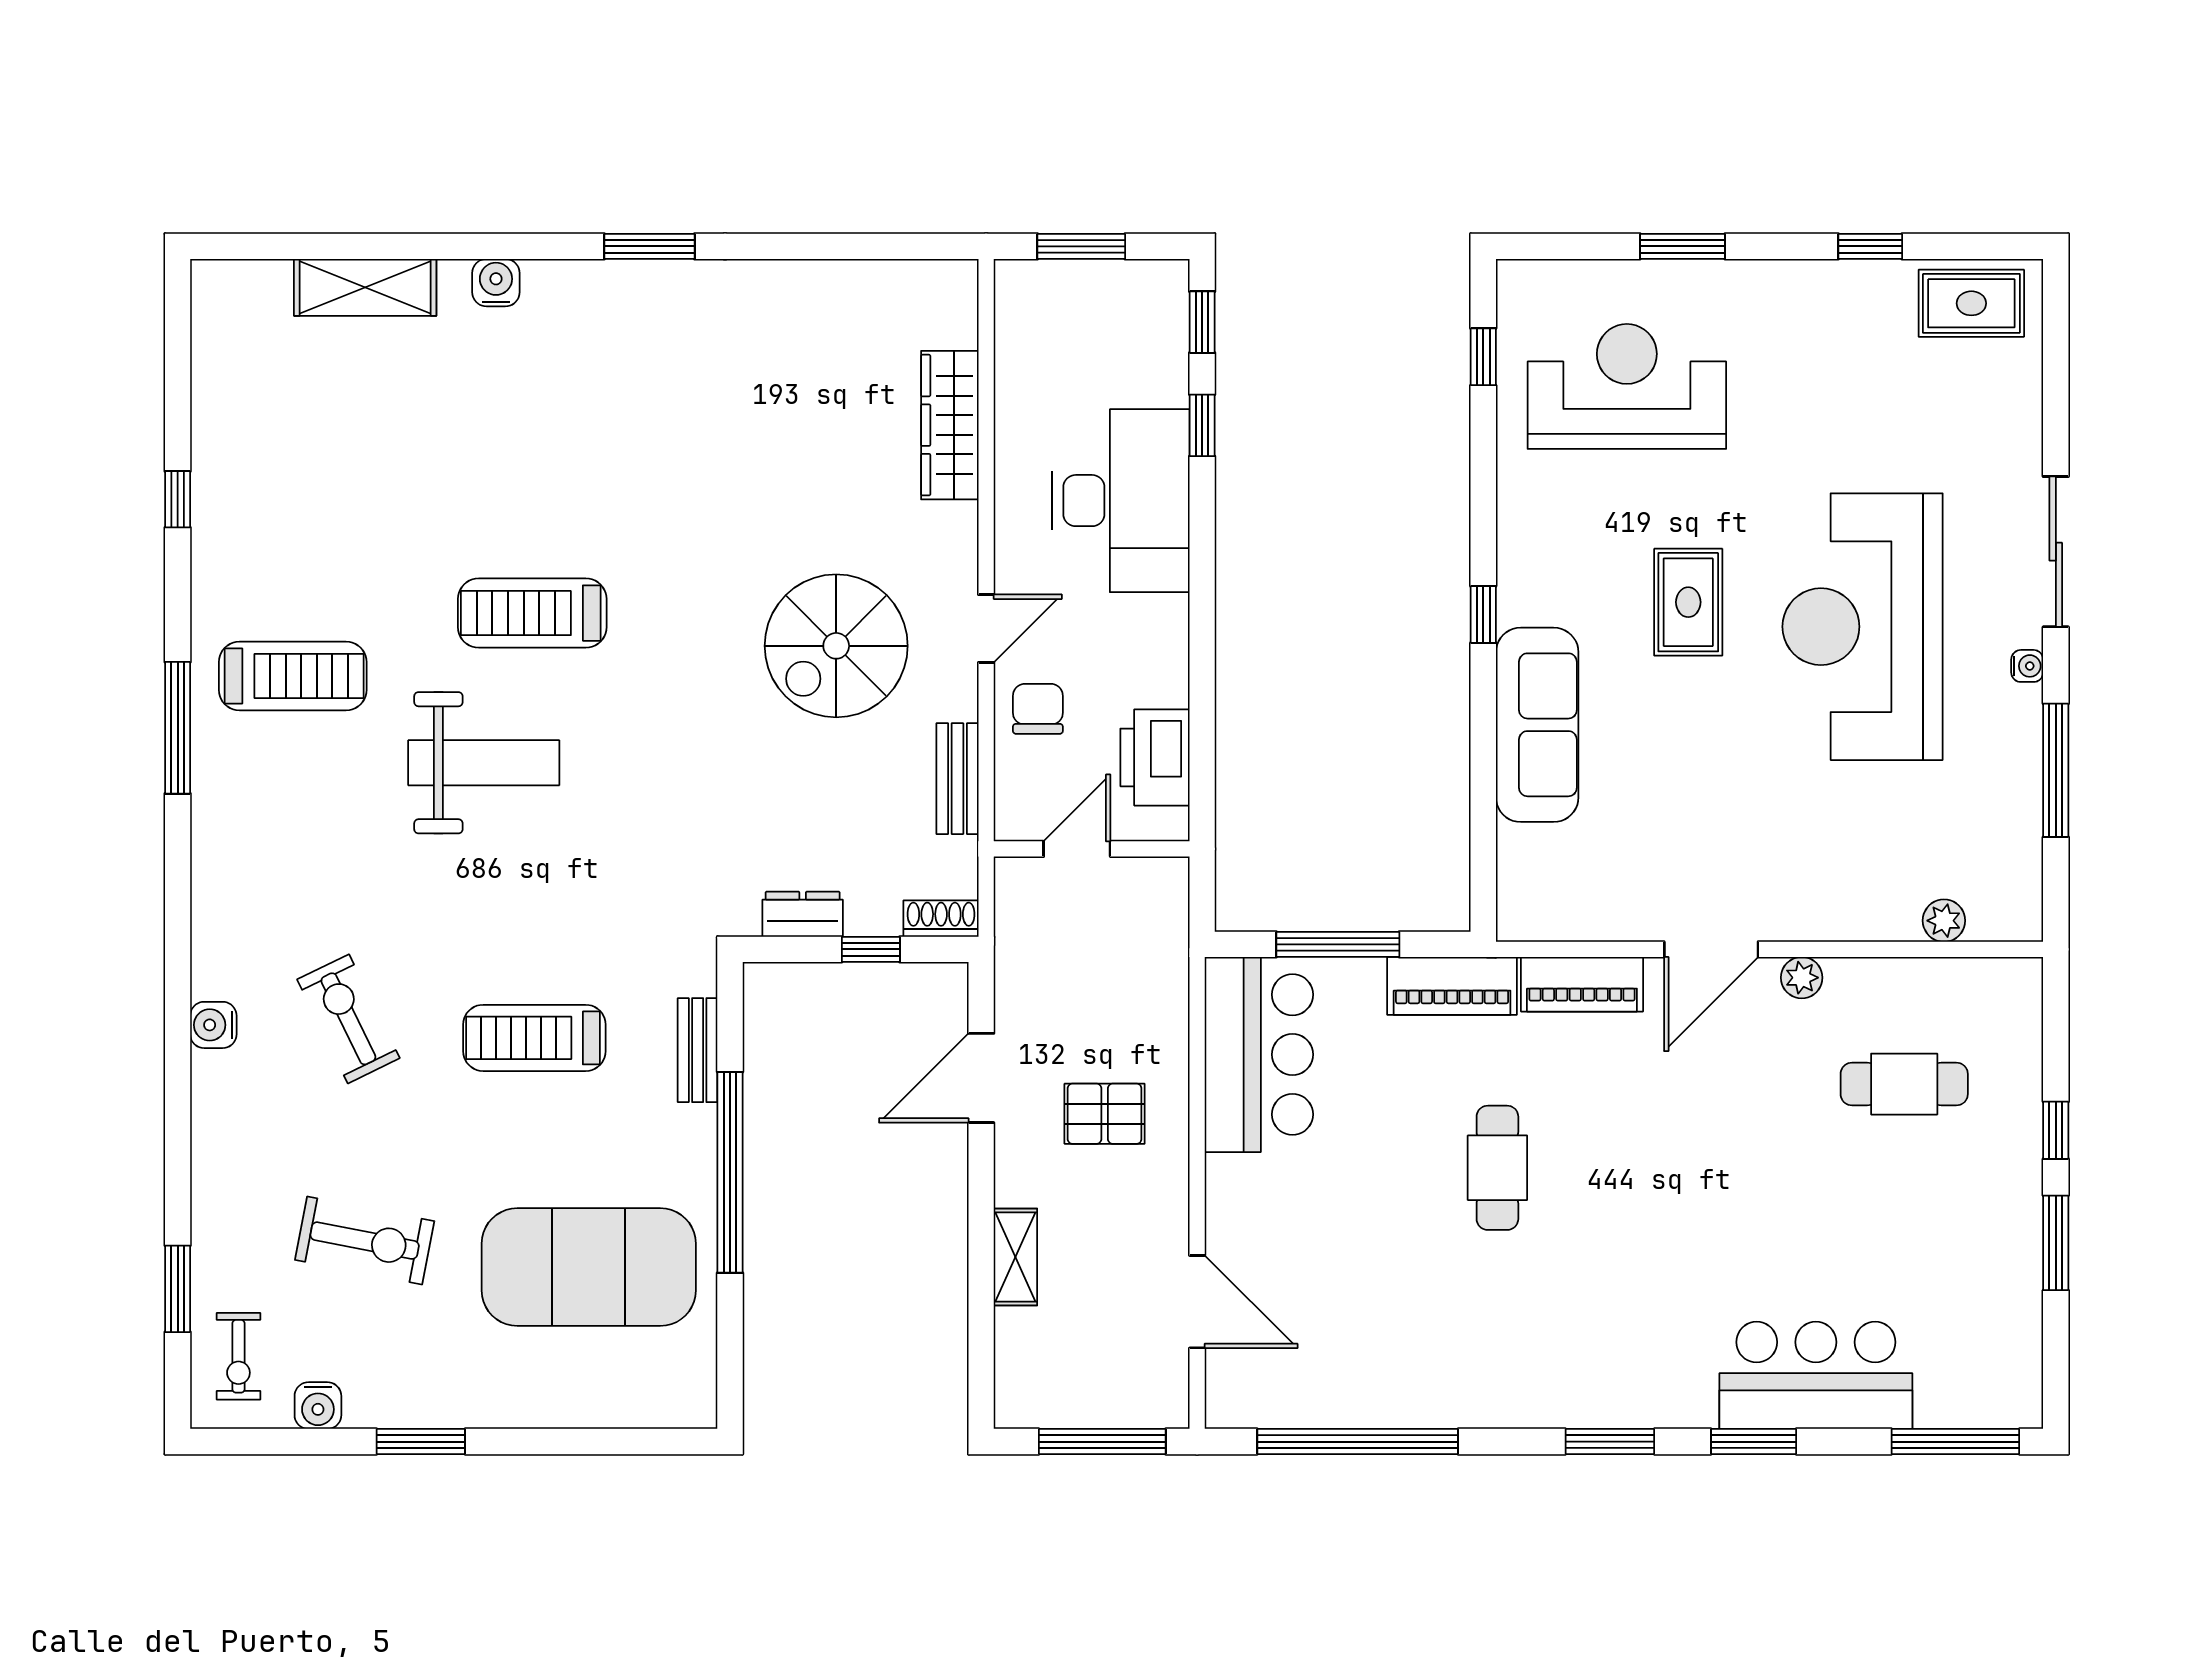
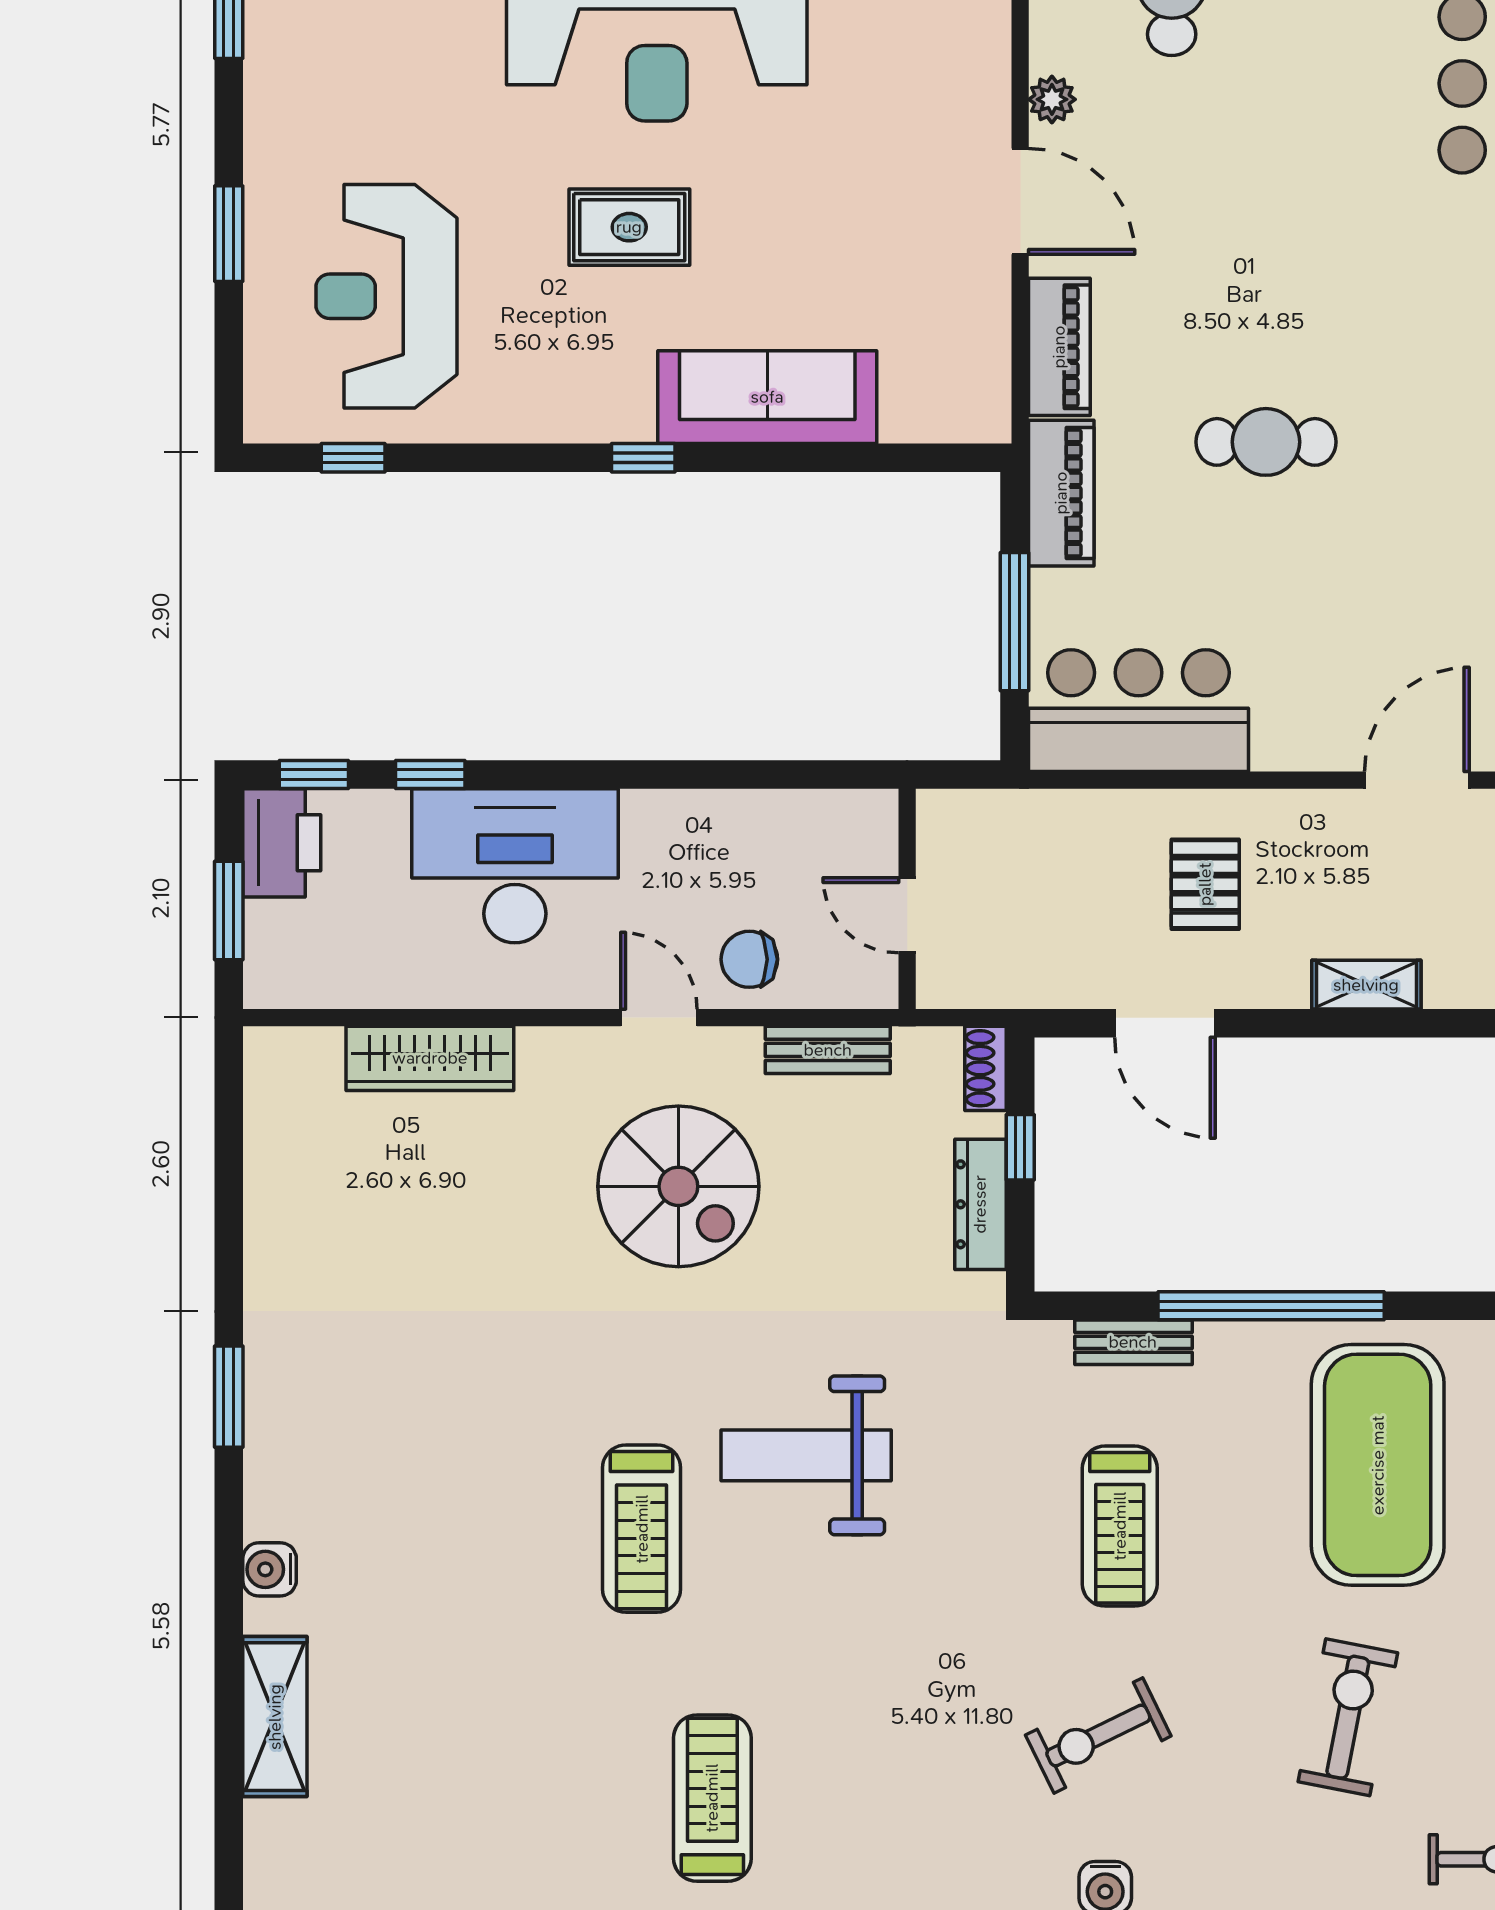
printer: (1155, 757) -> (282, 843), moved, turned -90
weight bench: (484, 763) -> (806, 1455), moved, turned -90
dresser: (803, 914) -> (980, 1204), width x1.44

